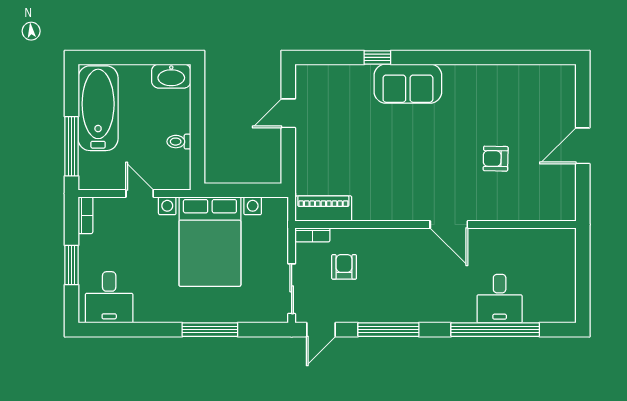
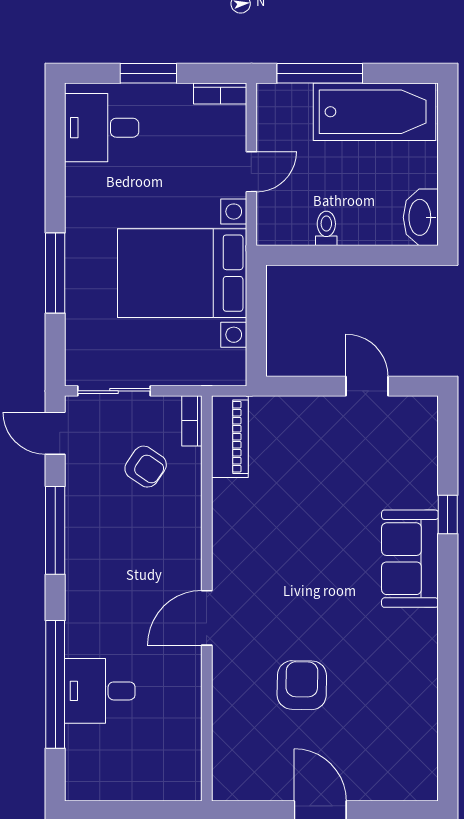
armchair: (496, 159) -> (302, 685), width x1.38, depth x1.38
armchair: (344, 267) -> (146, 467), turned 34

